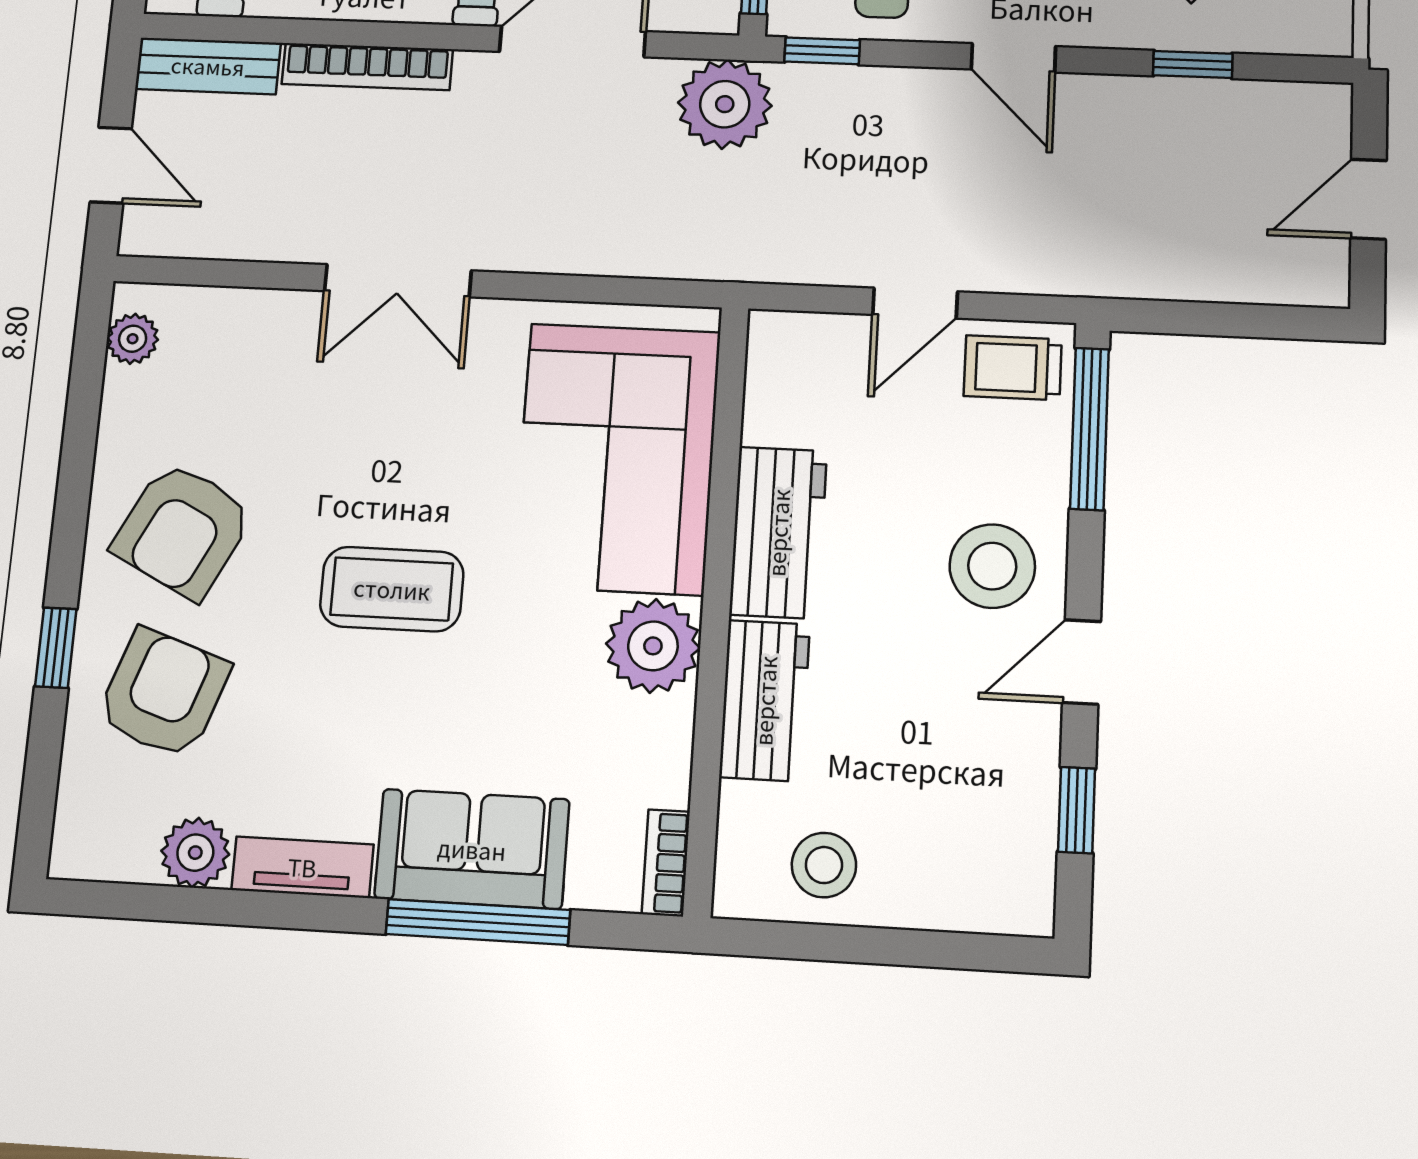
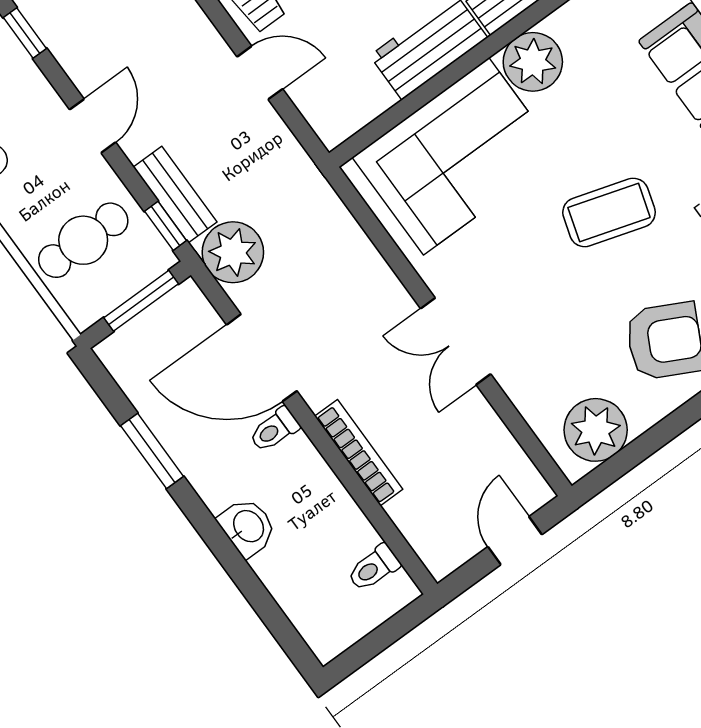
bench: (208, 66) -> (175, 195), moved
double door: (398, 281) -> (456, 341), swing flipped
plant: (133, 339) -> (596, 430), width x1.87, depth x1.87
coffee table: (392, 589) -> (609, 212), turned -73

